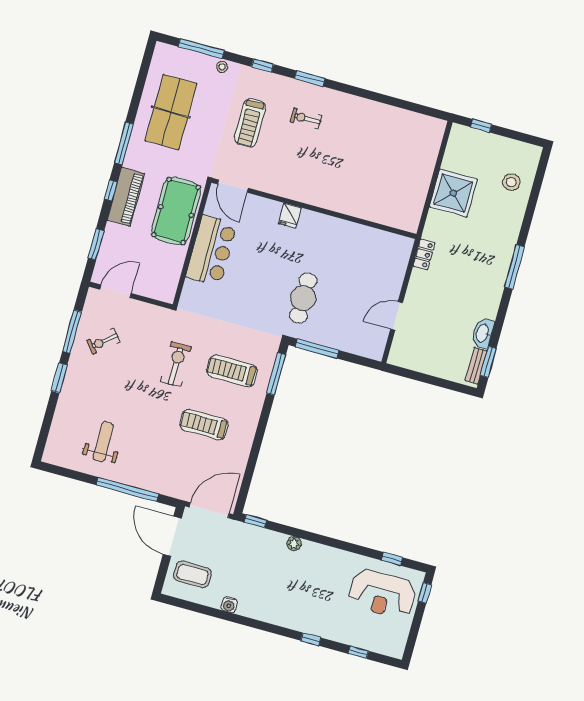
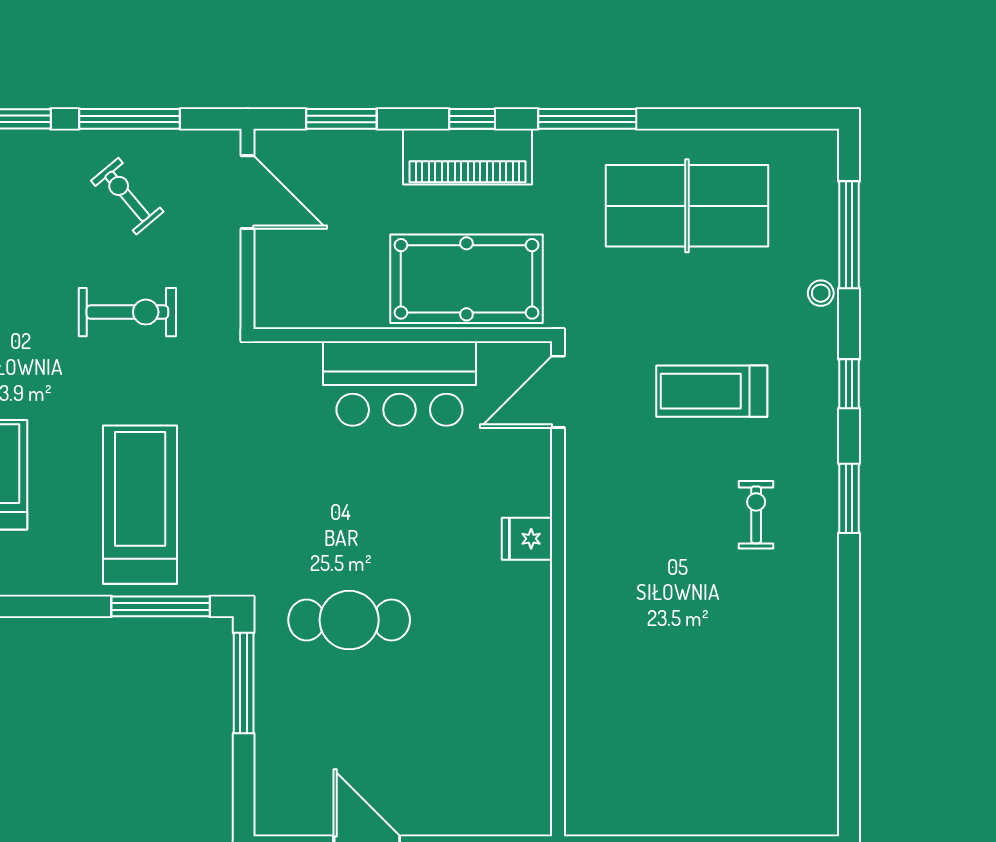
exercise bike: (176, 364) -> (127, 312), moved
treadmill: (232, 371) -> (140, 505), width x1.37, depth x1.38

